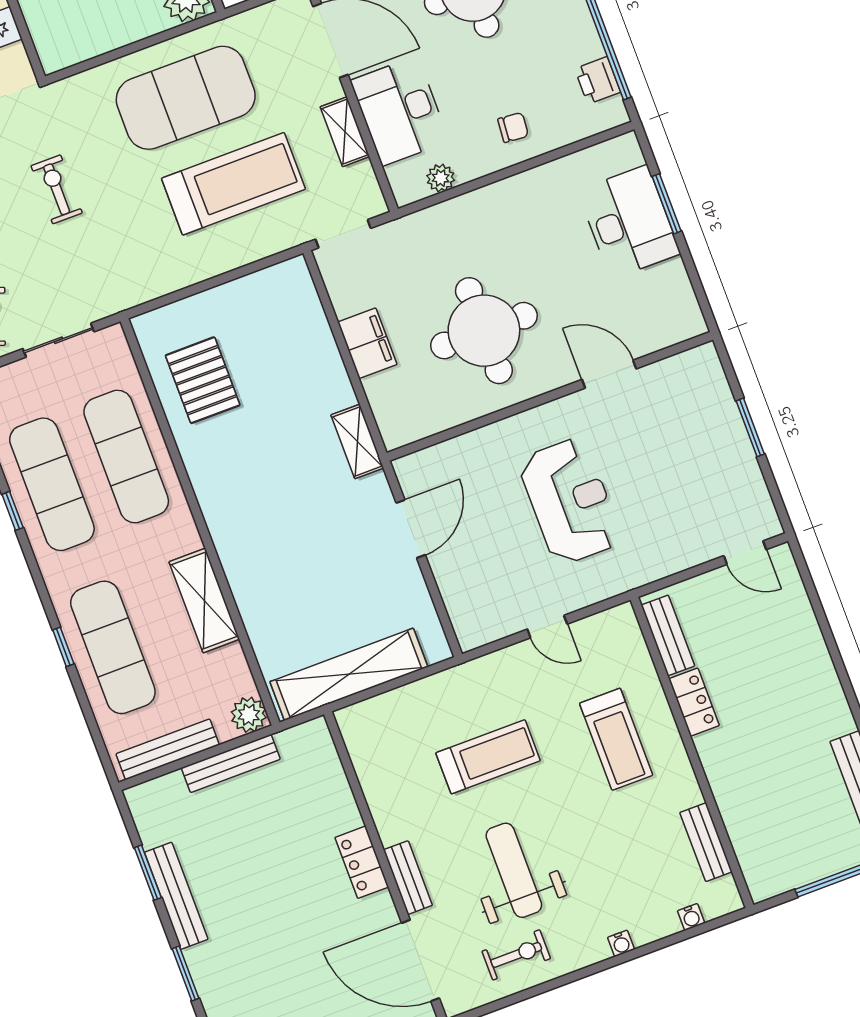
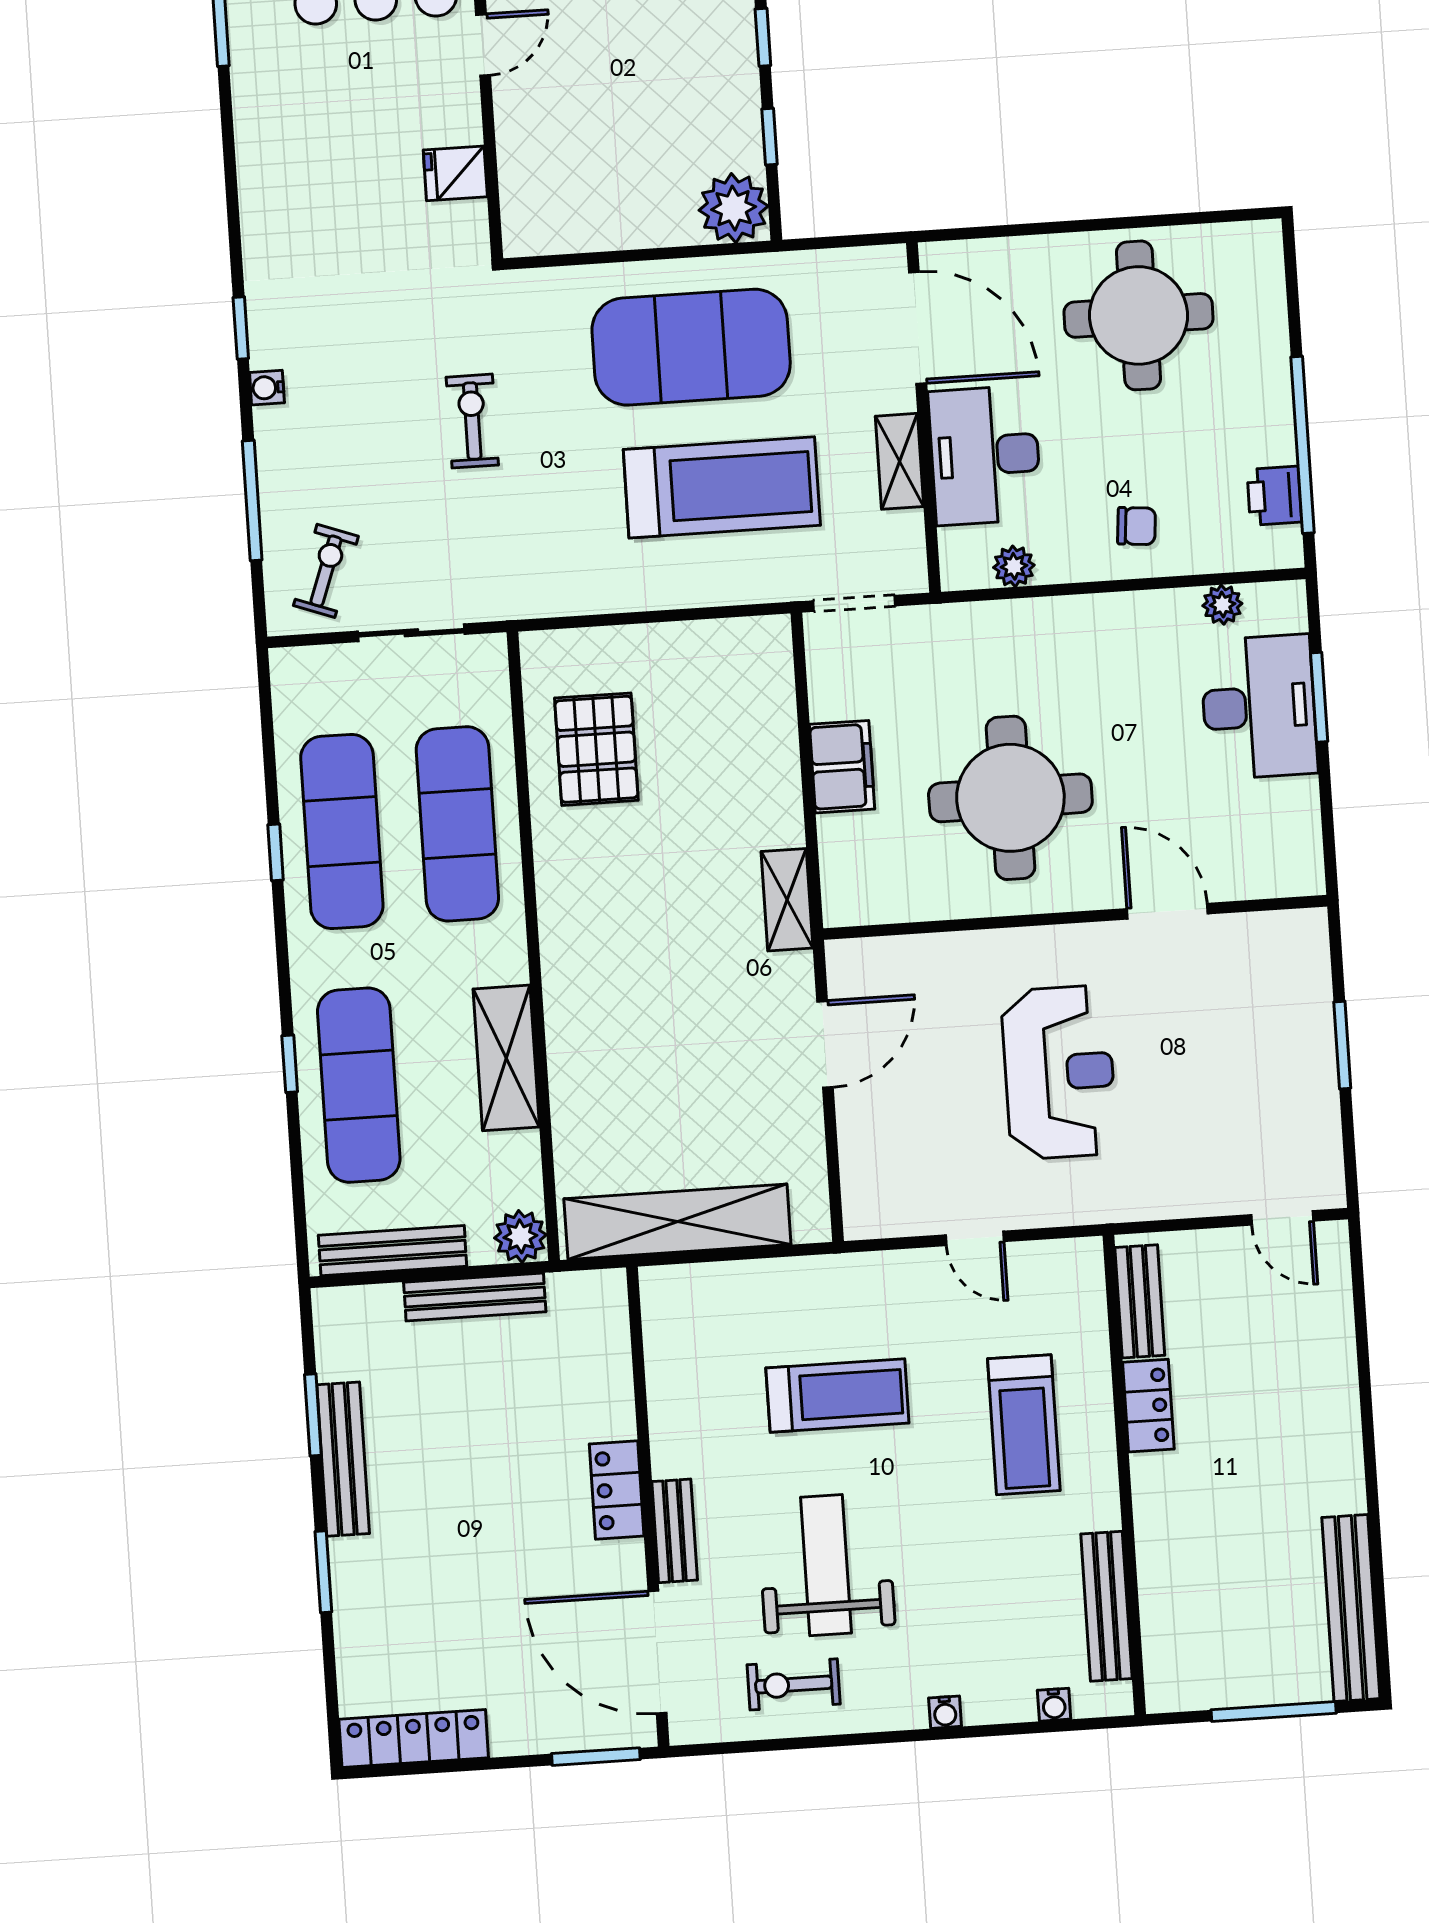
plant: (585, 162) -> (1222, 605), added
bench: (706, 842) -> (1106, 1606), width x1.36
exercise bike: (516, 955) -> (794, 1684), turned 180

